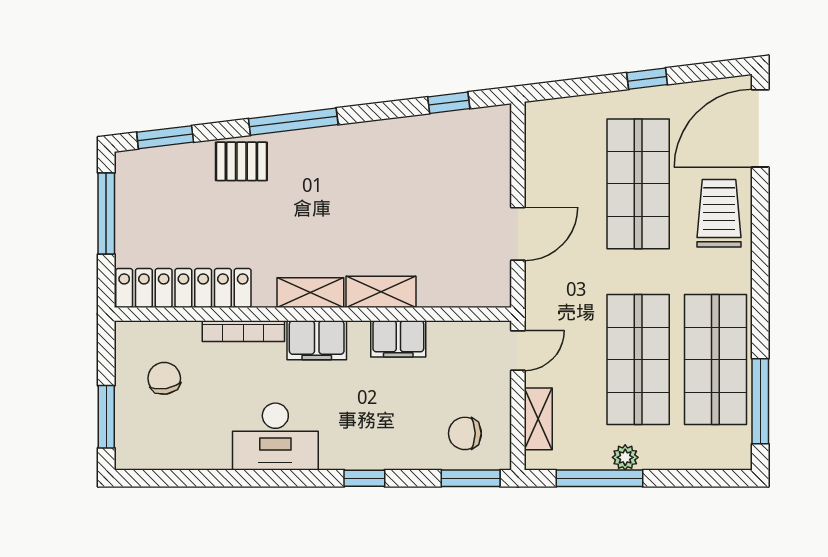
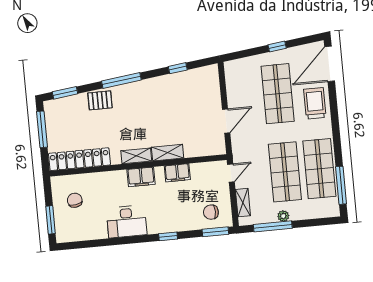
window: (449, 103) -> (178, 68), moved
bookcase: (243, 331) -> (108, 176), removed

